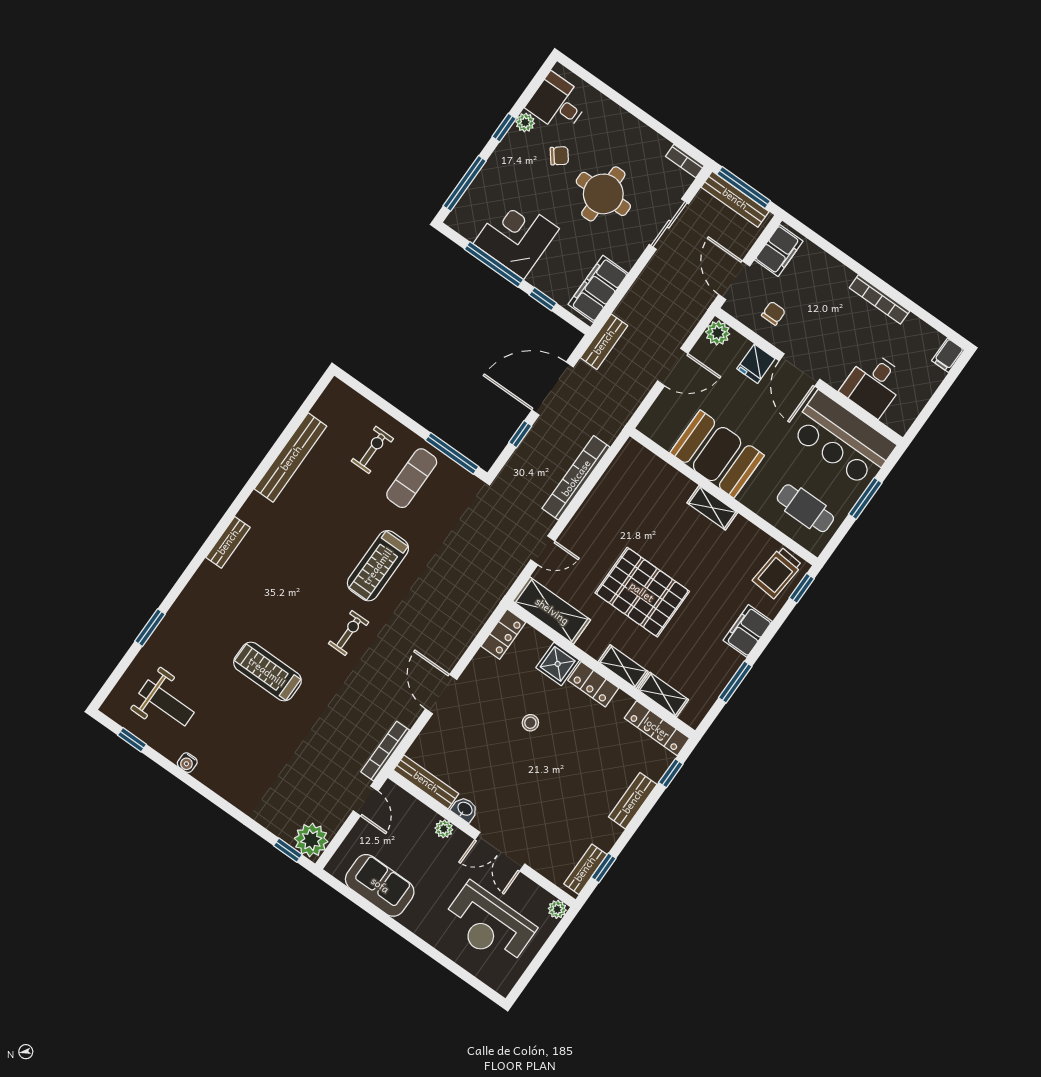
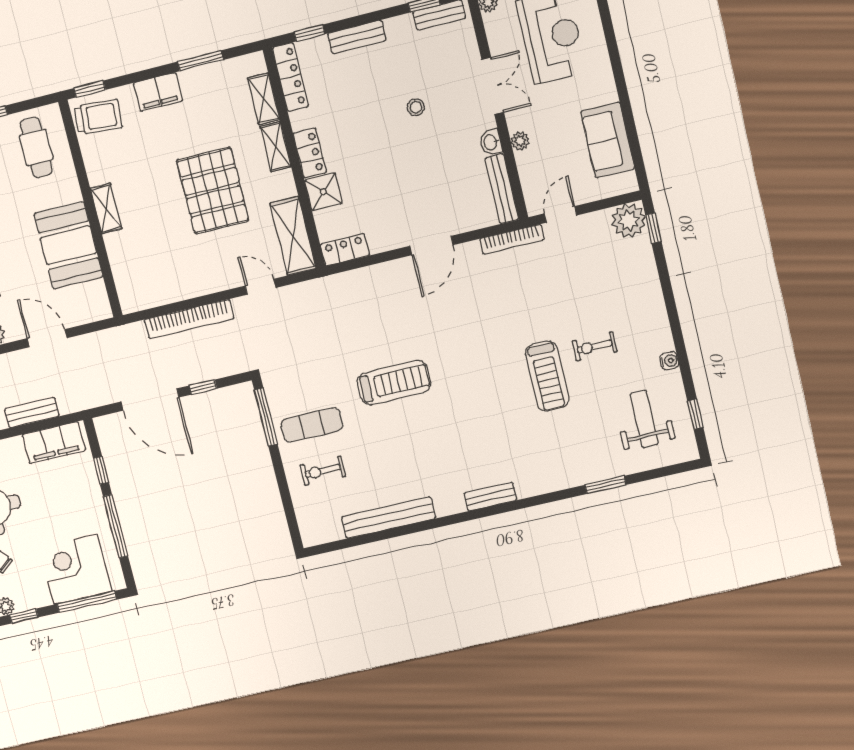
corner desk: (516, 236) -> (76, 569), moved, turned 90
bench: (604, 342) -> (32, 413), moved
exercise bike: (349, 633) -> (595, 346), moved
stool: (530, 723) -> (416, 107), moved

